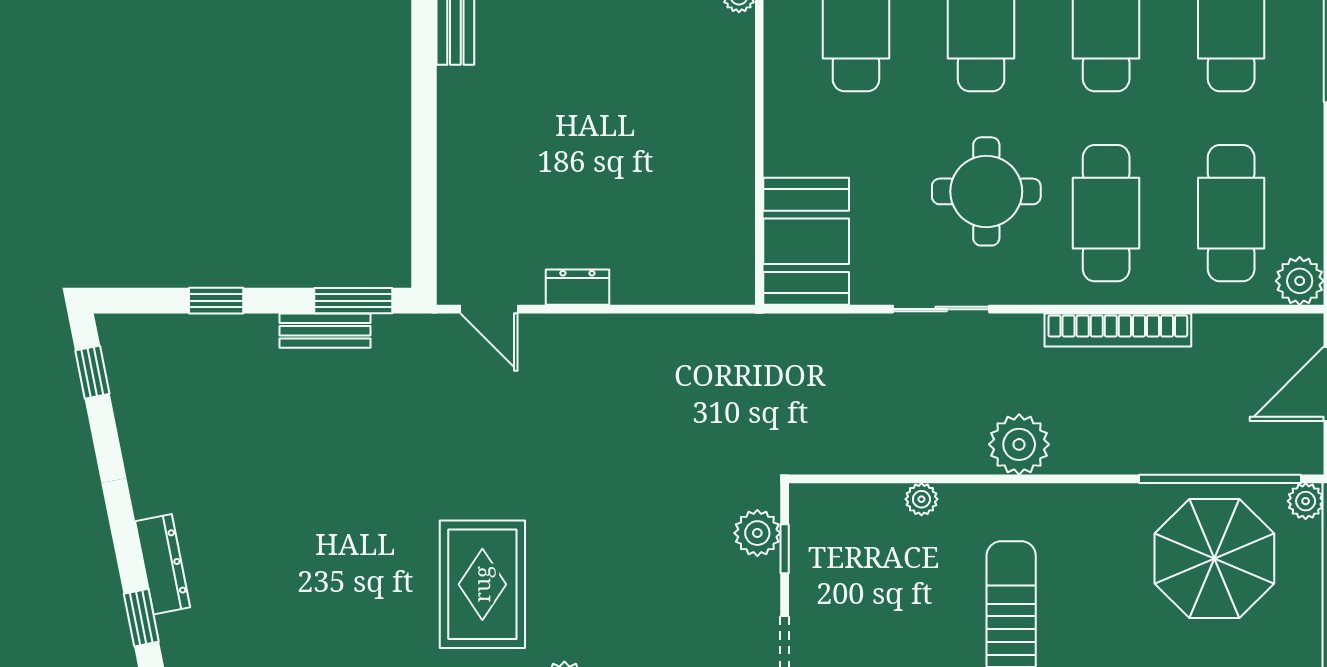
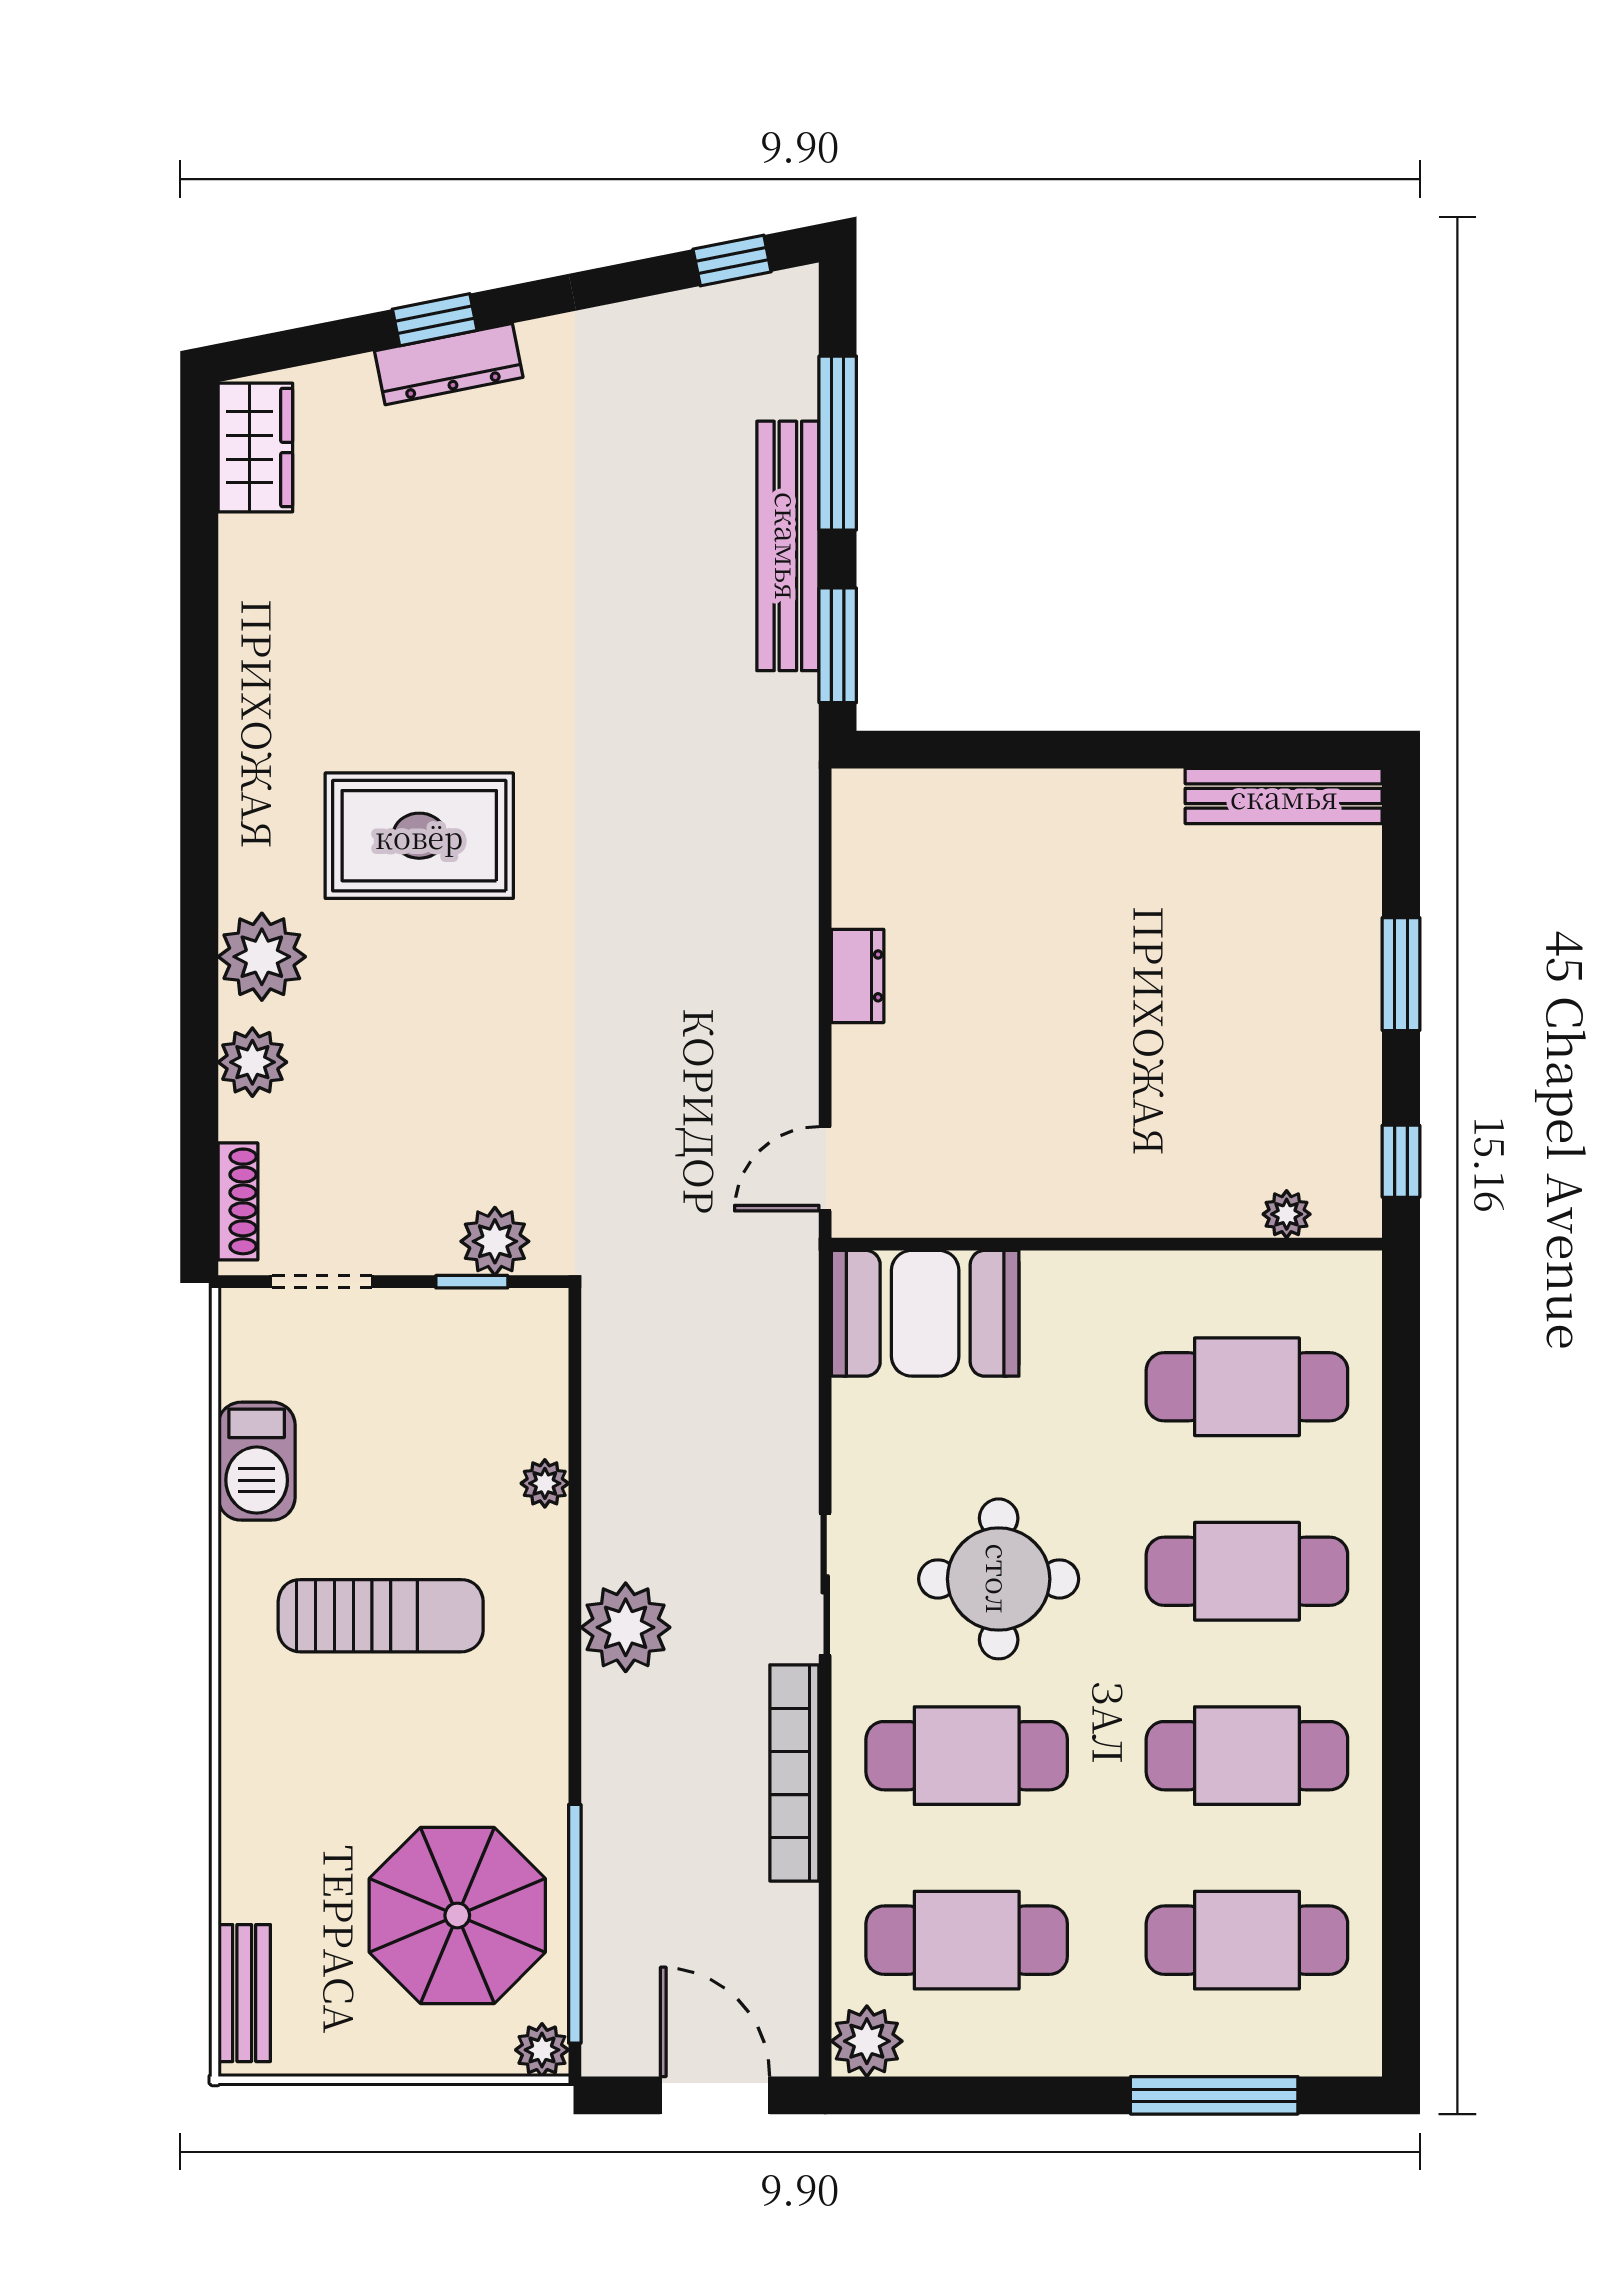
window: (216, 301) -> (838, 443), width x2.17
door: (489, 309) -> (825, 1169), moved
sliding door: (941, 309) -> (825, 1584), moved
bench: (325, 331) -> (788, 546), width x1.86, depth x1.21
window: (141, 618) -> (435, 320), moved

